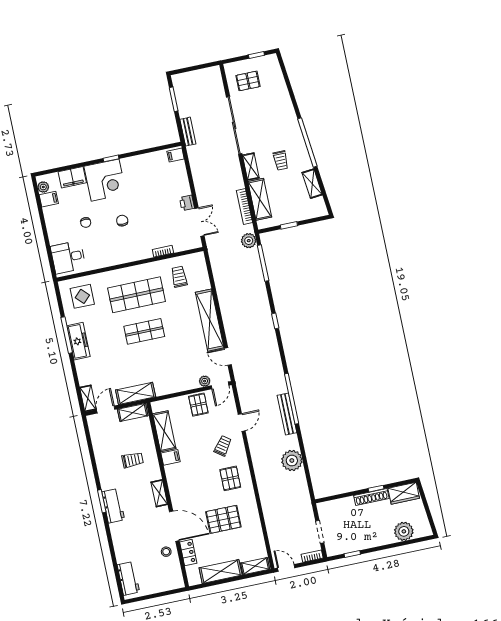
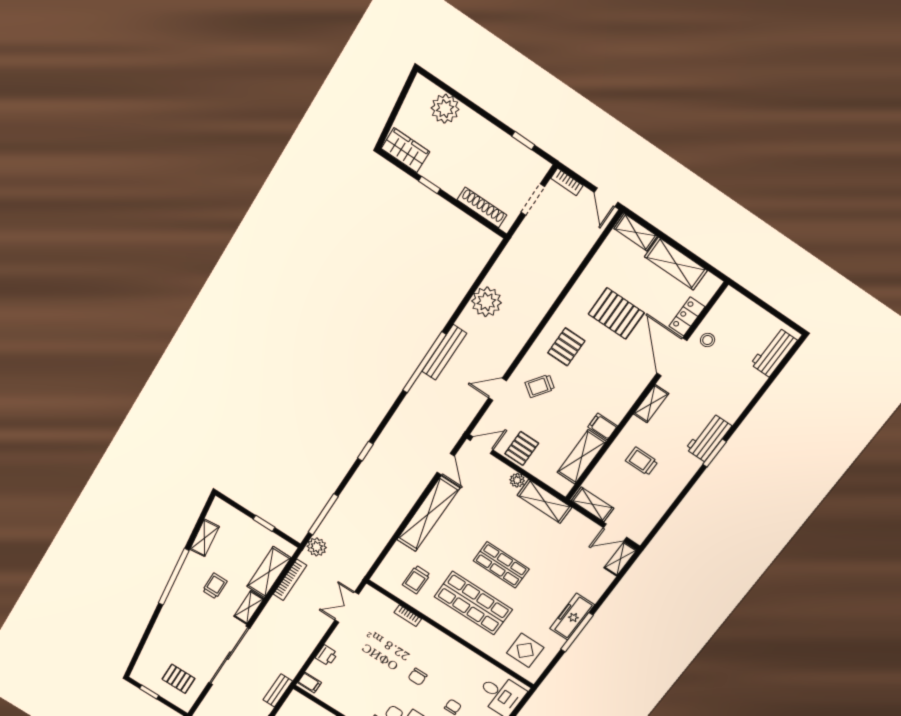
printer: (187, 203) -> (327, 655), moved
plant: (205, 381) -> (517, 480), moved
shelving: (136, 393) -> (544, 501), moved
shoe rack: (371, 497) -> (482, 207), moved

